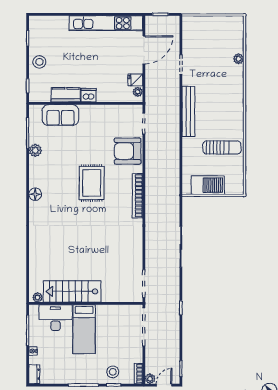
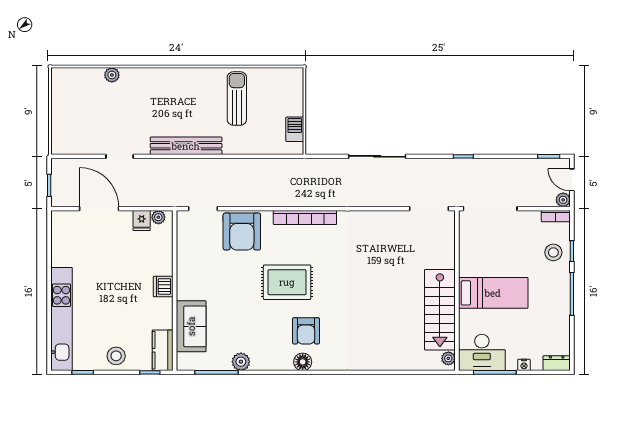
kitchen unit: (106, 23) -> (61, 319), moved
kitchen counter: (66, 95) -> (163, 350), moved
barbecue: (208, 185) -> (295, 129), width x0.53, depth x0.65
armchair: (57, 197) -> (306, 331), added
desk: (56, 318) -> (482, 352), moved, turned -90

